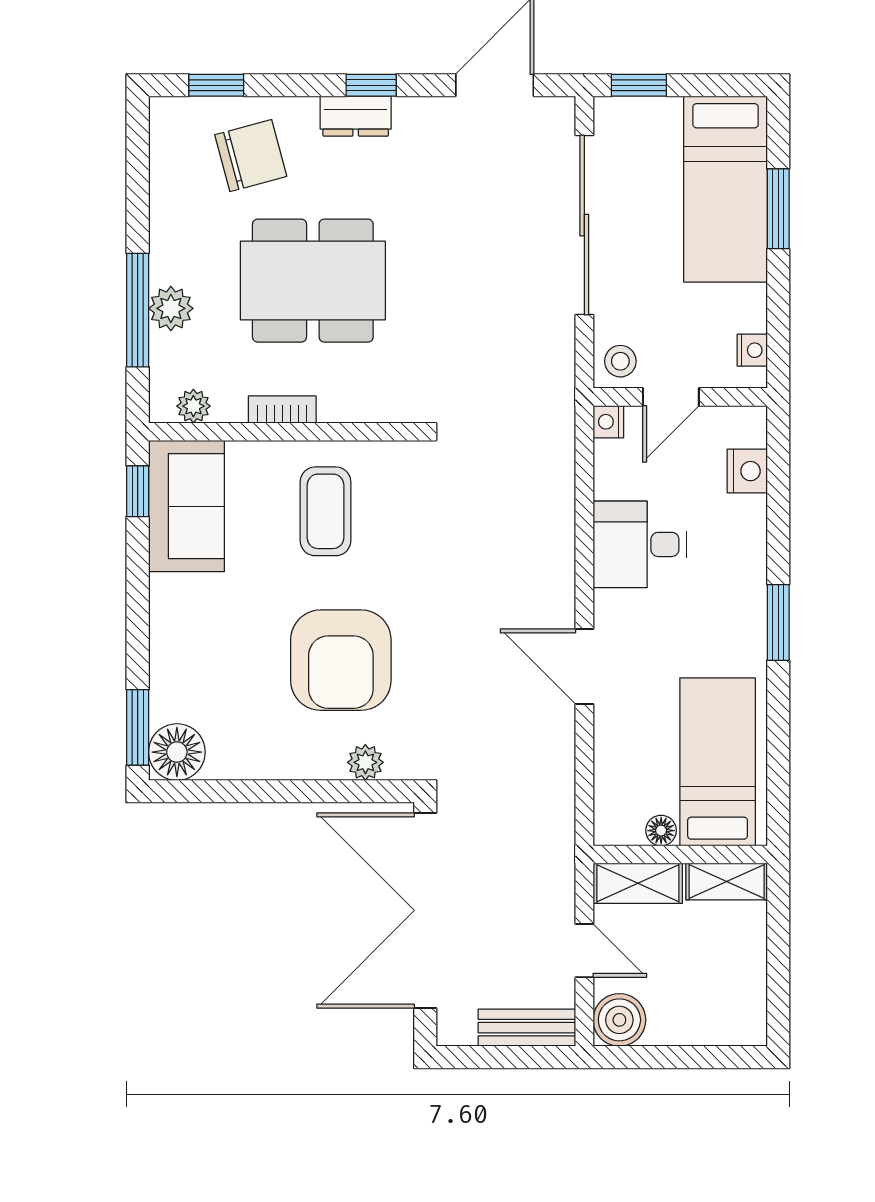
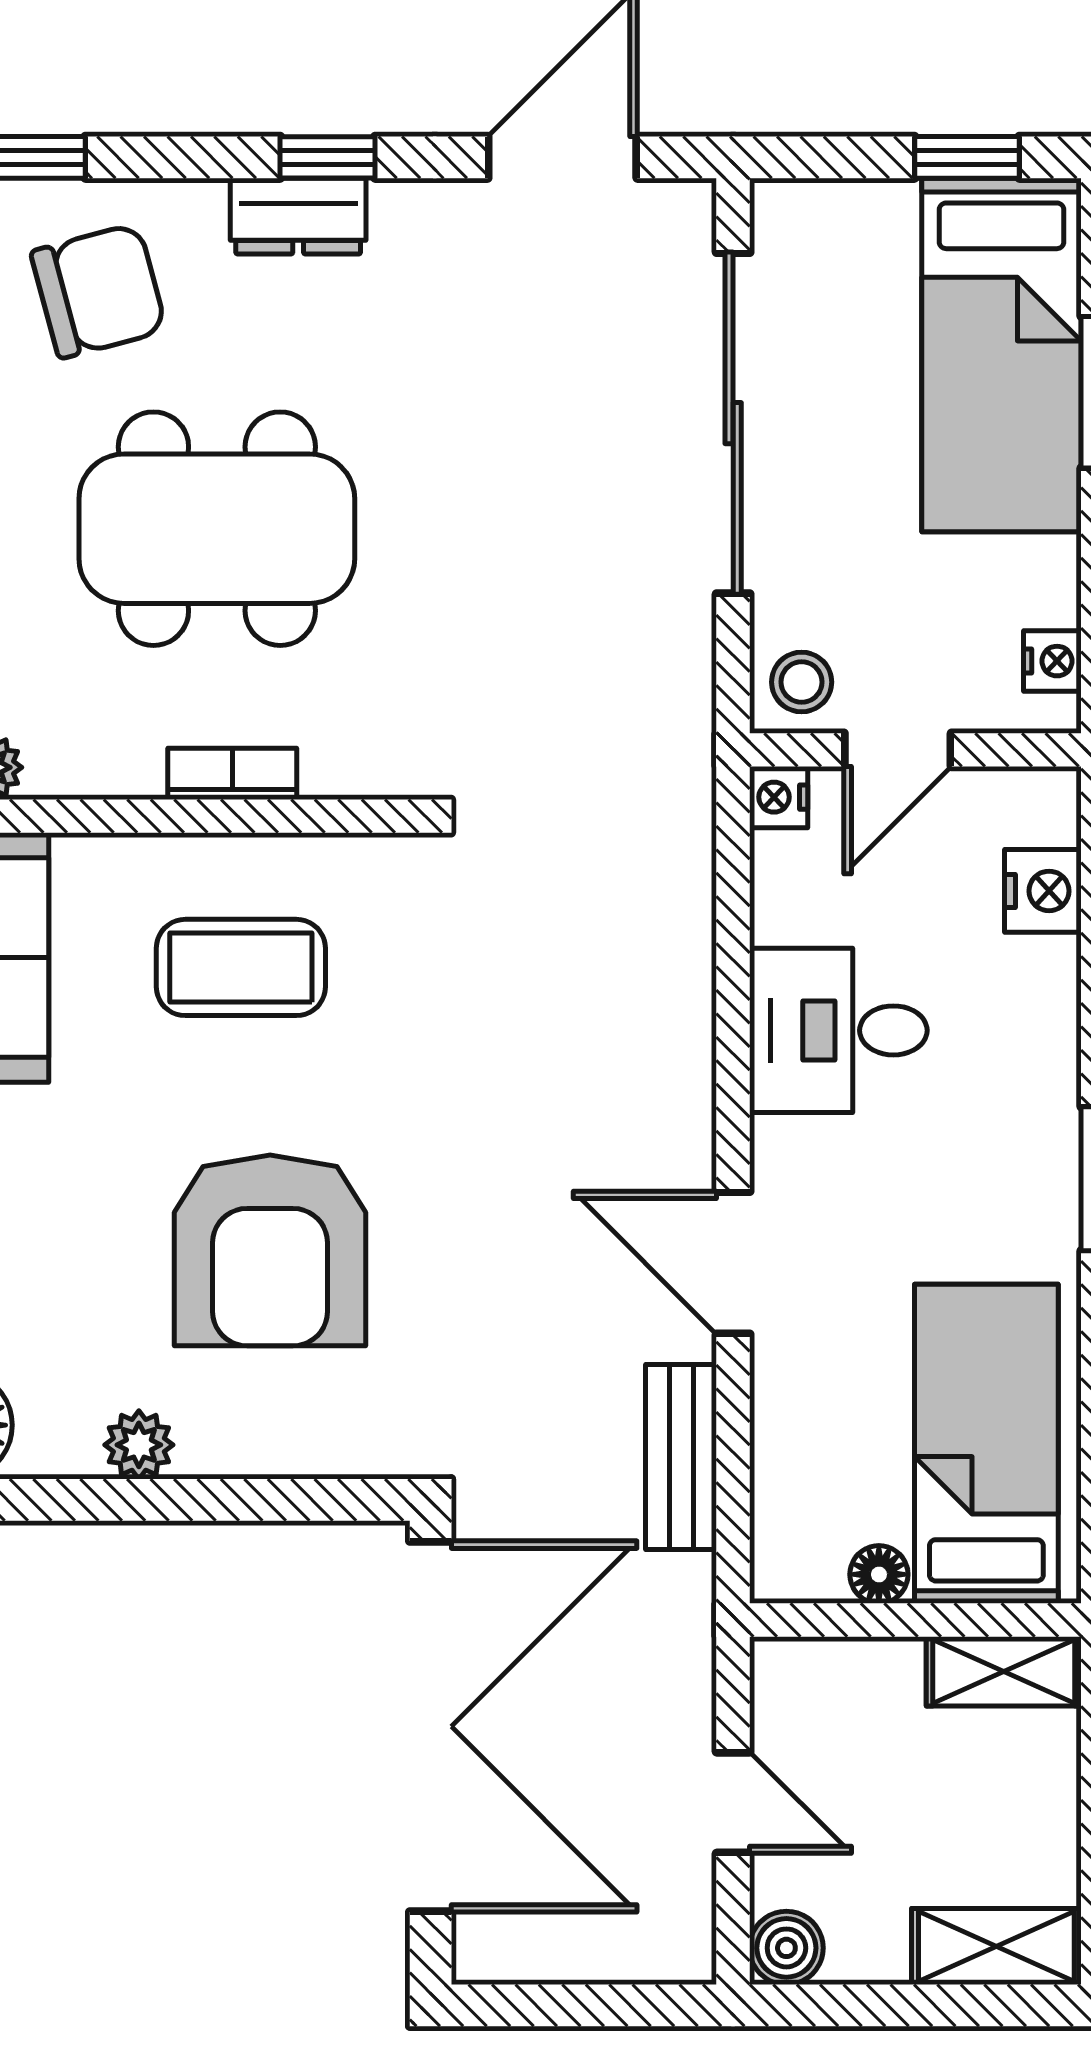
window: (639, 85) -> (967, 157), moved
bookcase: (282, 409) -> (232, 774), moved
coffee table: (325, 511) -> (241, 967), turned 90
plant: (365, 762) -> (139, 1445), moved
shelving: (638, 883) -> (996, 1947), moved
double door: (425, 910) -> (431, 1726), swing flipped
boiler: (619, 1020) -> (786, 1948), width x0.73, depth x0.73
bench: (527, 1028) -> (681, 1457), moved, turned 90

